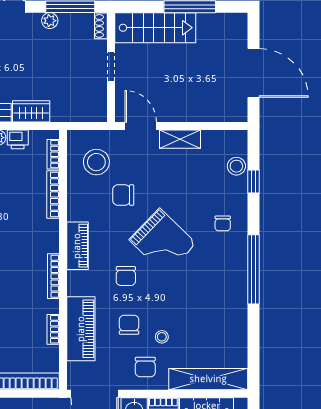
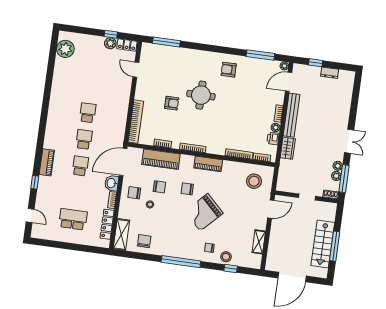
plant: (68, 21) -> (336, 176), added
stairs: (155, 28) -> (323, 244), moved
shelving: (180, 139) -> (259, 242), moved
stool: (236, 166) -> (226, 257), moved
chair: (123, 195) -> (144, 241), moved
shelving: (208, 379) -> (121, 235), width x0.68

